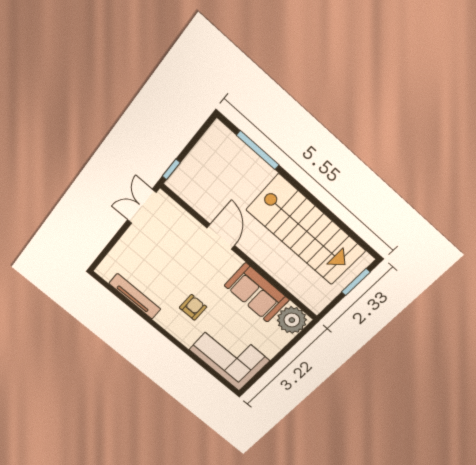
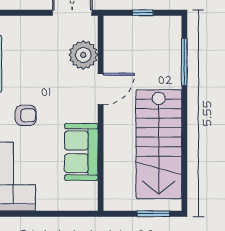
window: (171, 169) -> (143, 13), moved
plant: (292, 320) -> (83, 55), moved

